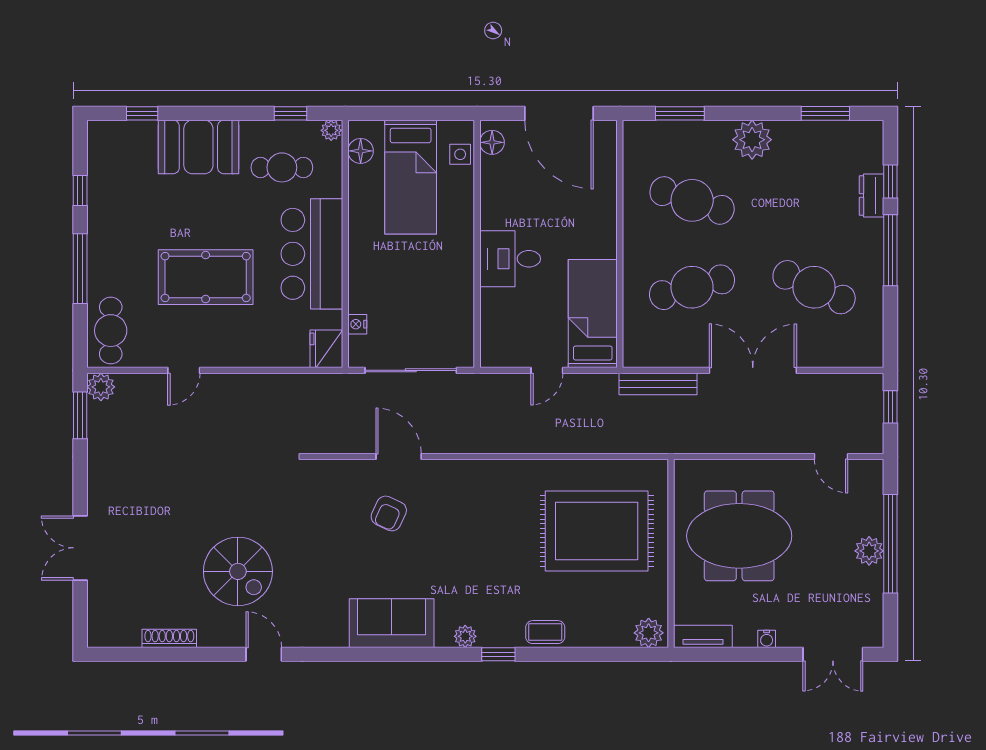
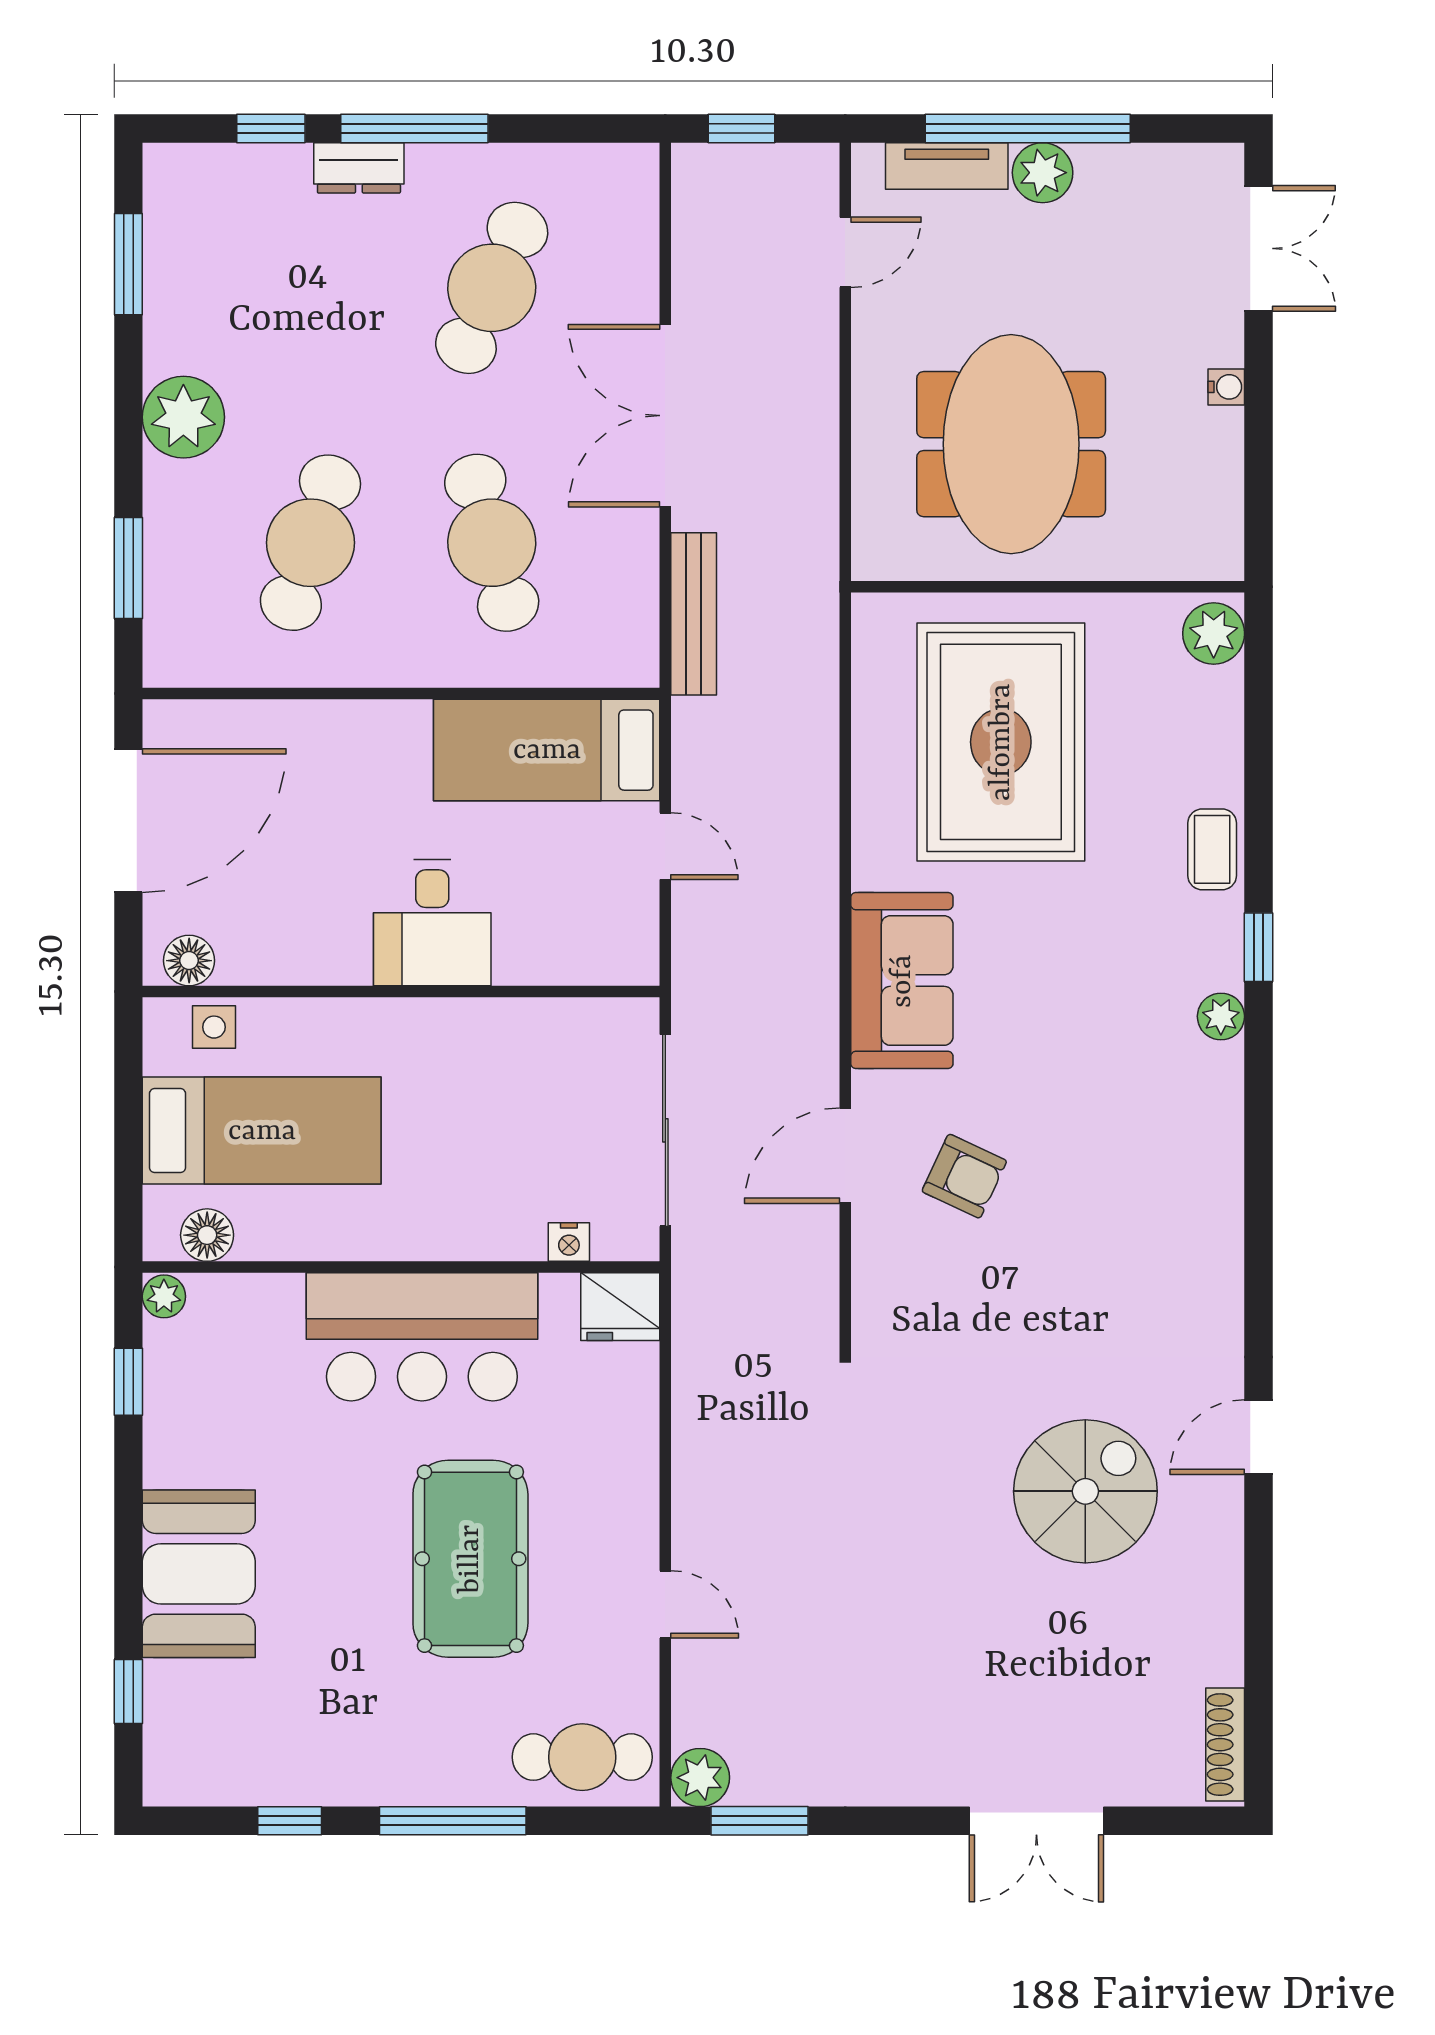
cafe table: (282, 167) -> (242, 1399), removed
dresser: (871, 196) -> (359, 168), moved
sofa: (392, 623) -> (902, 981), moved, turned 180
tv unit: (703, 636) -> (947, 166), moved, turned -90
shoe rack: (169, 638) -> (1225, 1745), moved

